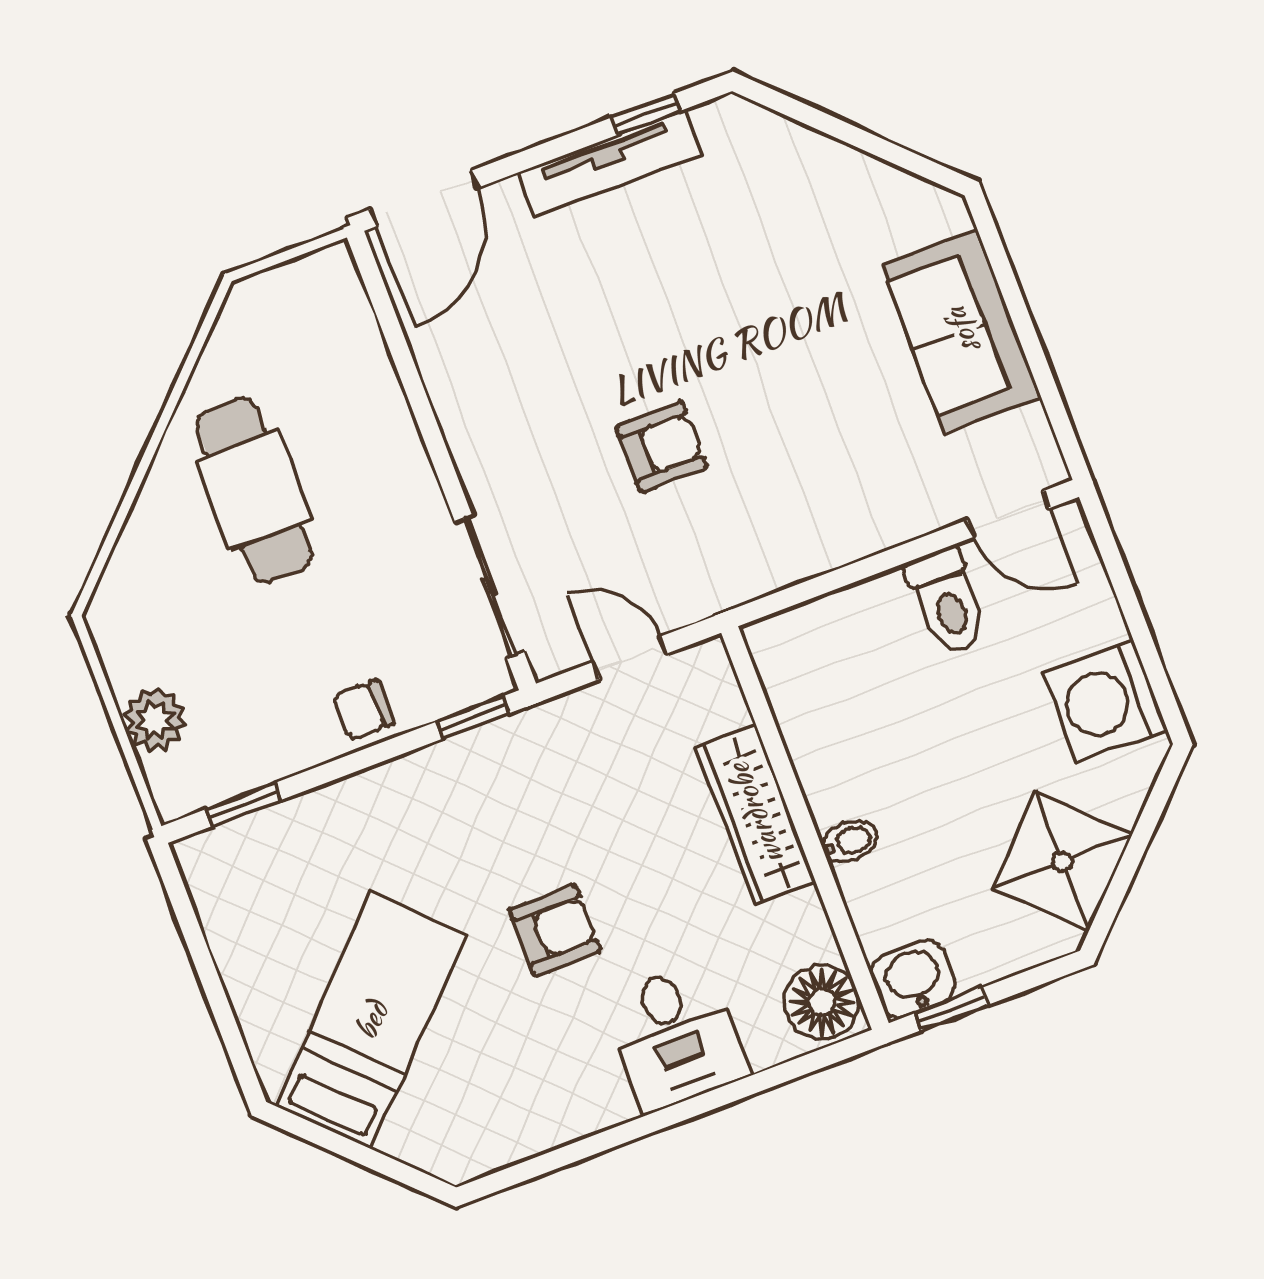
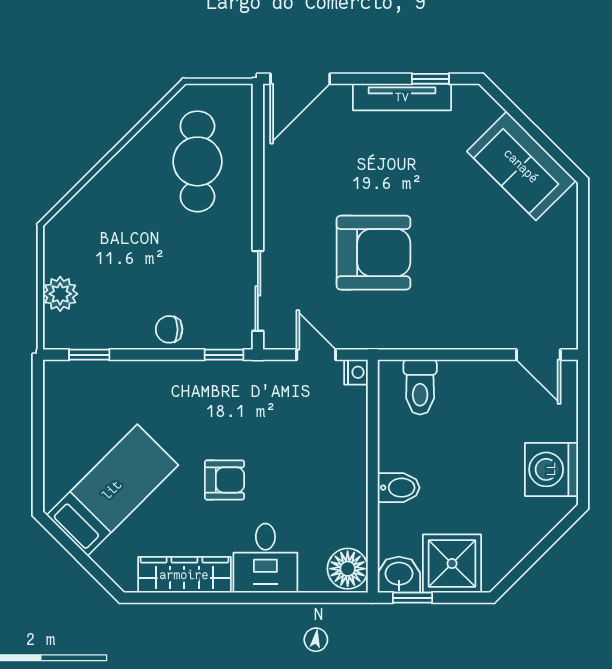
sofa: (961, 331) -> (521, 166), moved, turned -45
armchair: (661, 447) -> (373, 253), width x1.88, depth x1.88
cafe table: (254, 490) -> (197, 161), moved
toilet: (947, 601) -> (420, 387), moved
nightstand: (709, 662) -> (356, 372), added
wardrobe: (755, 814) -> (184, 575), moved, turned 90
bidet: (850, 841) -> (399, 488), width x1.38, depth x1.36
shower: (1062, 861) -> (452, 564), moved, turned 45

